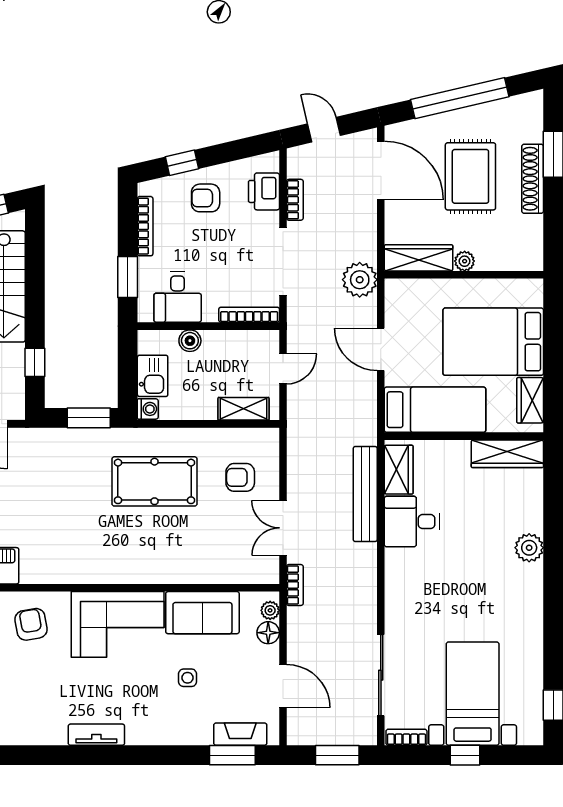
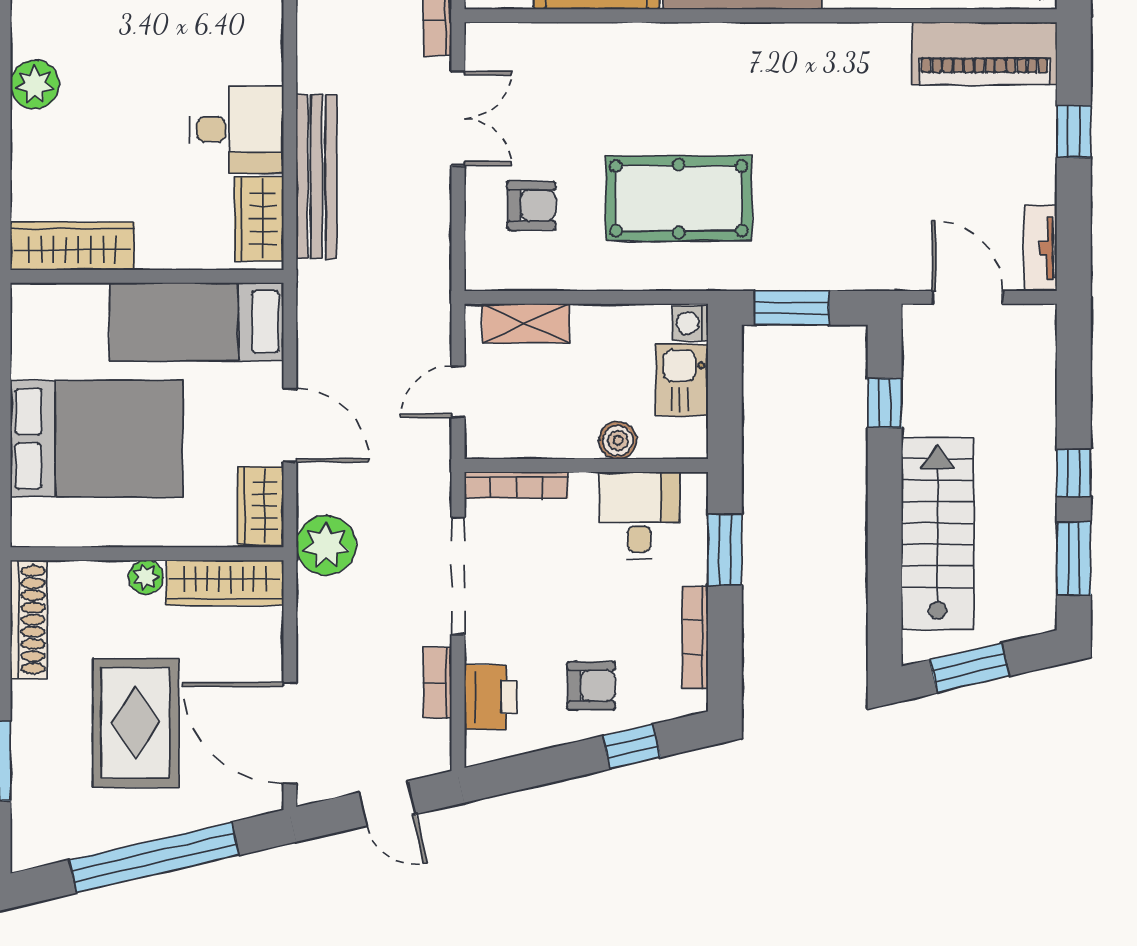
shoe rack: (533, 179) -> (29, 620), moved
wardrobe: (530, 400) -> (261, 506), moved, turned 180

